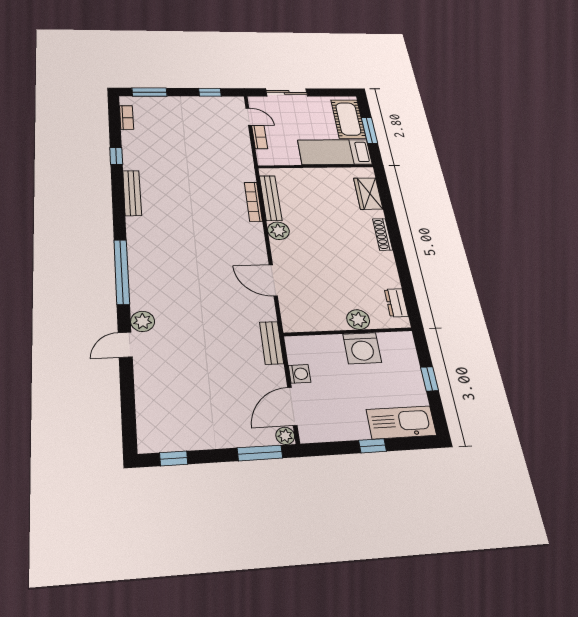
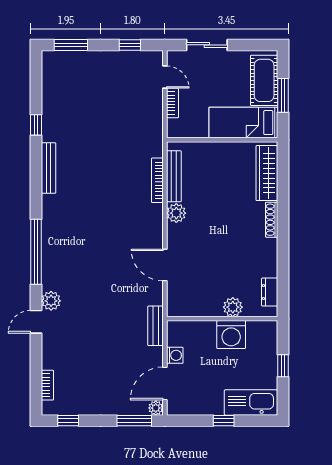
bookcase: (127, 118) -> (47, 385), moved
wardrobe: (368, 194) -> (267, 173), width x1.50

